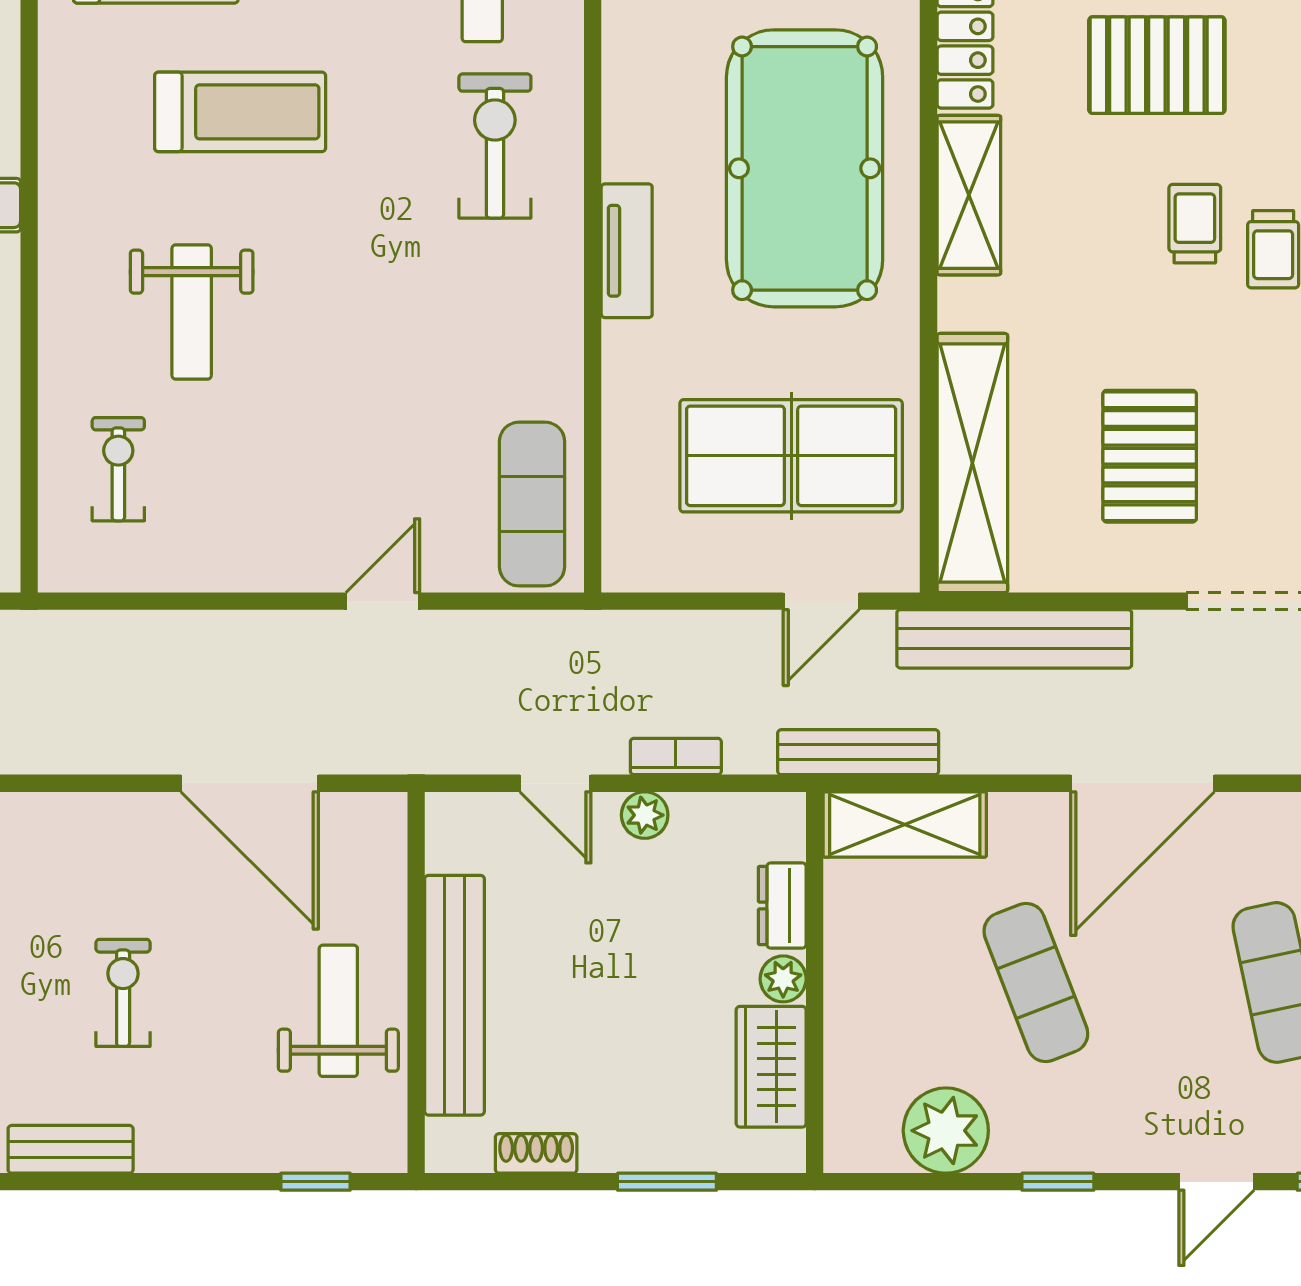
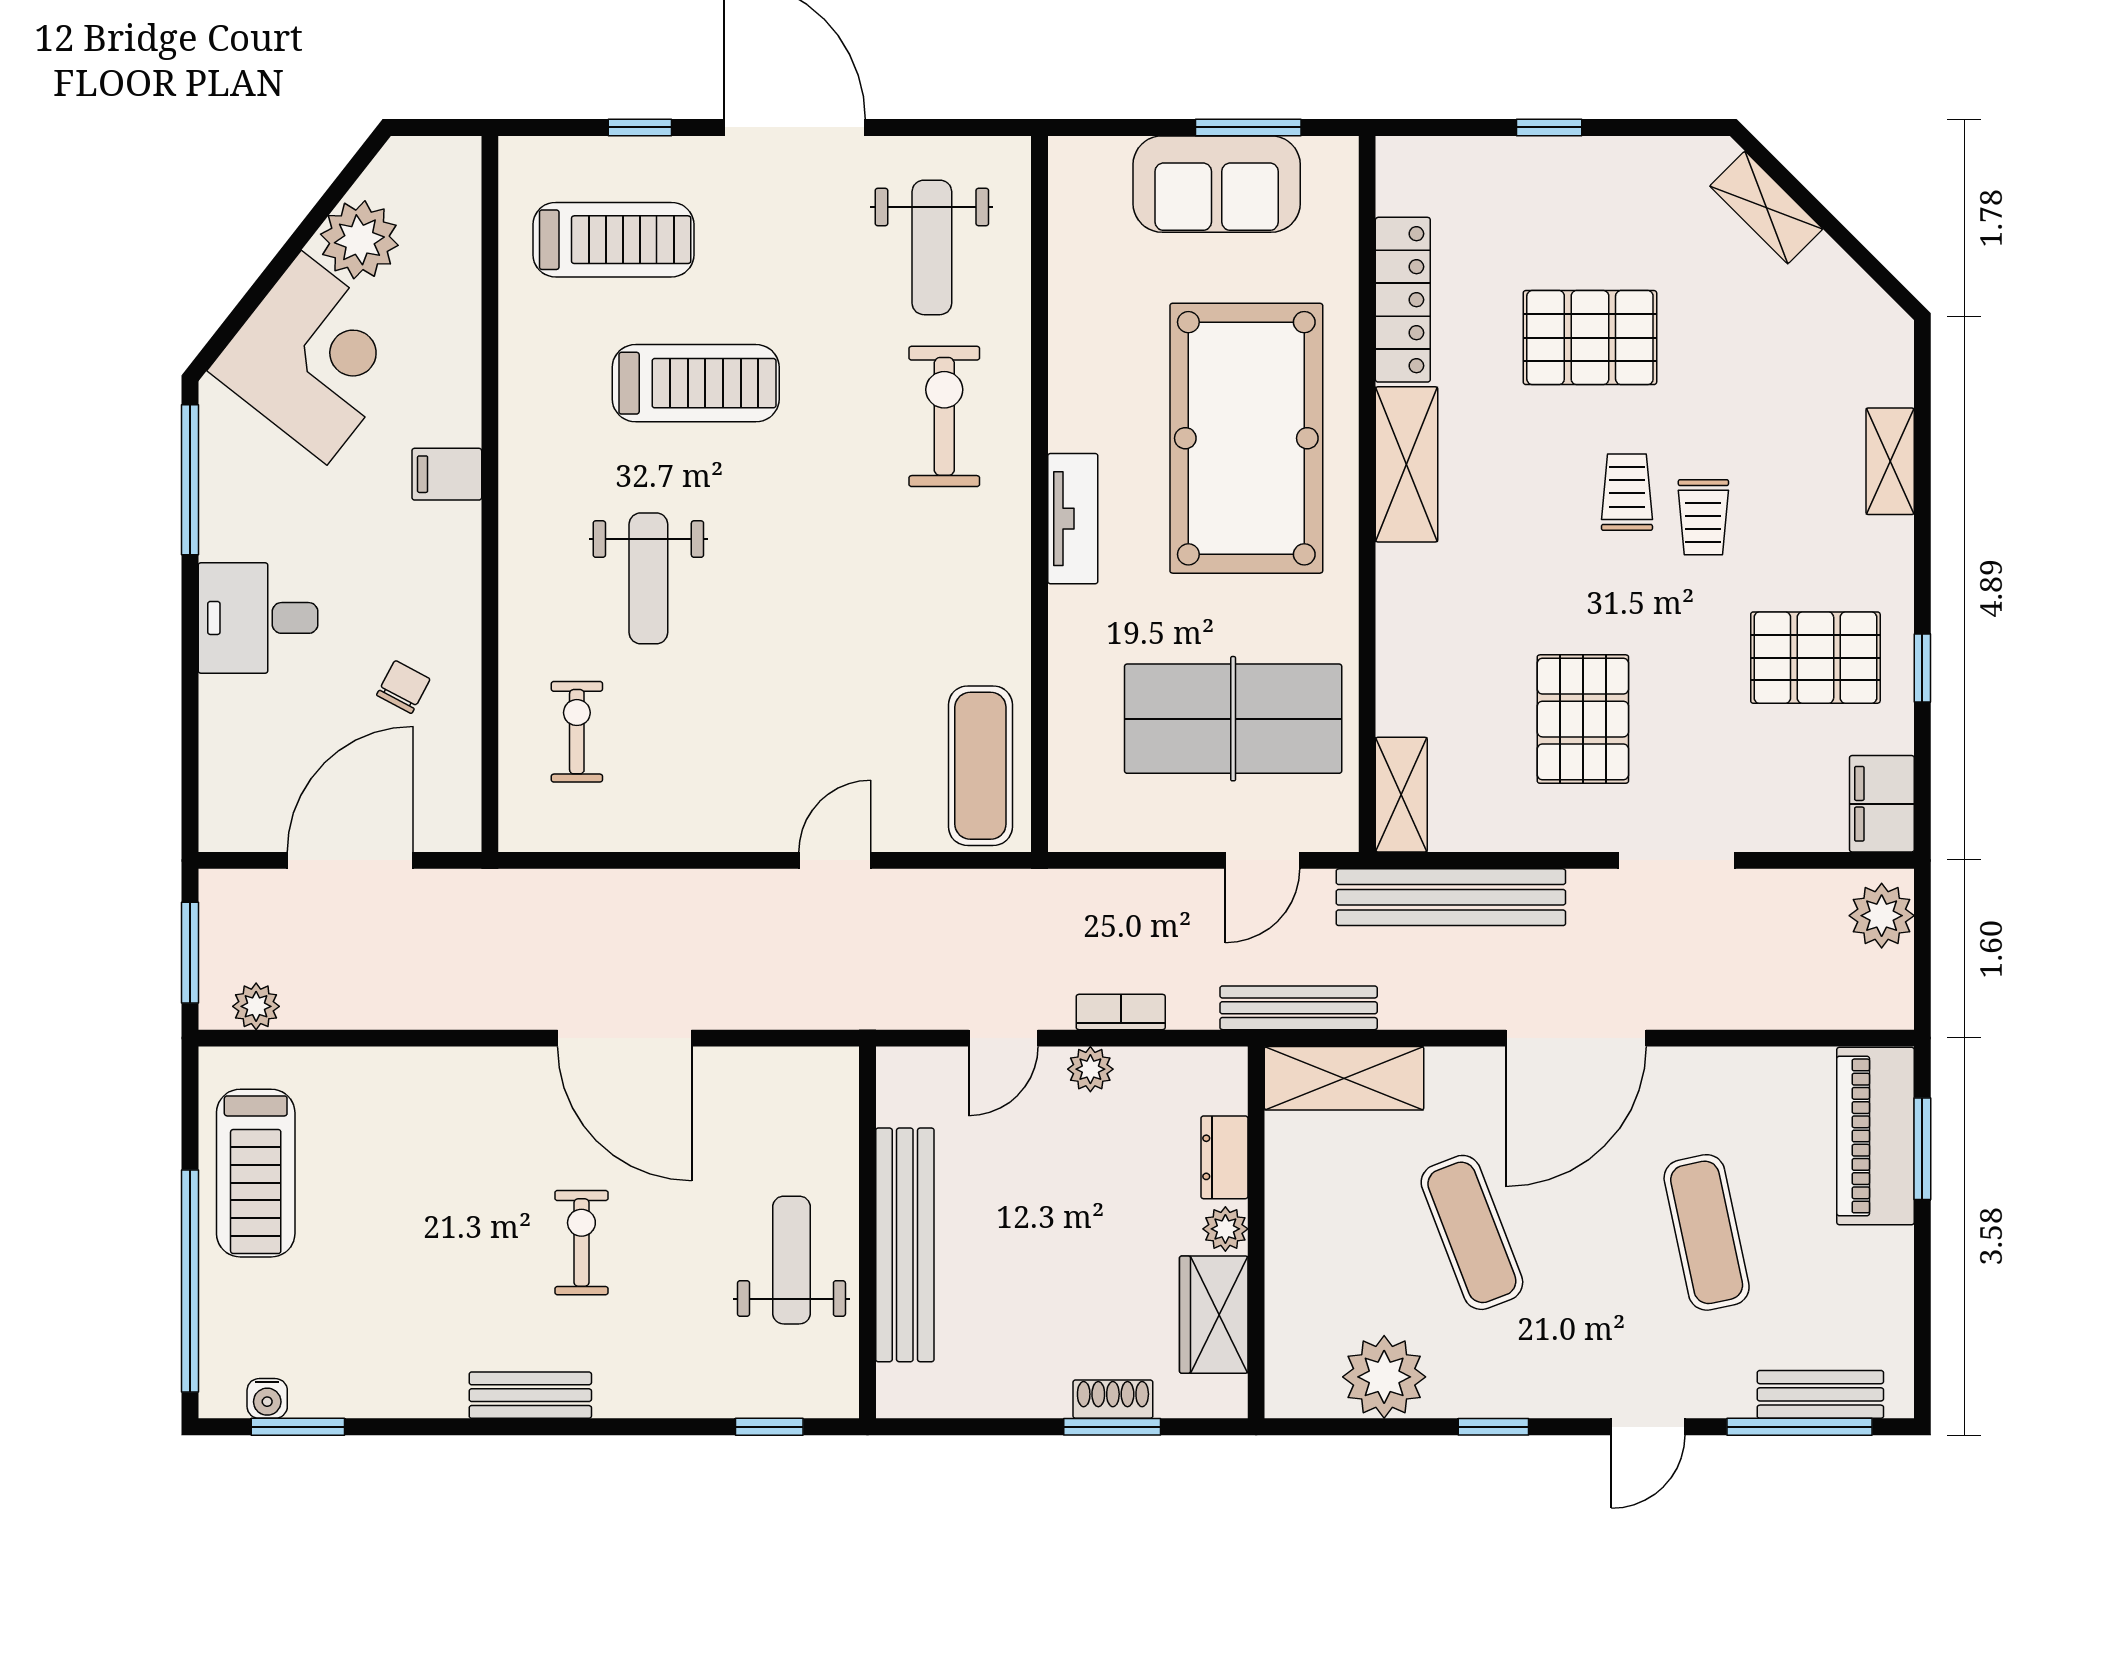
shelving: (972, 463) -> (1401, 795), width x0.45, depth x0.75
door: (250, 783) -> (624, 1038), moved
door: (555, 783) -> (1003, 1038), hinge flipped
shoe rack: (536, 1153) -> (1113, 1399), moved

